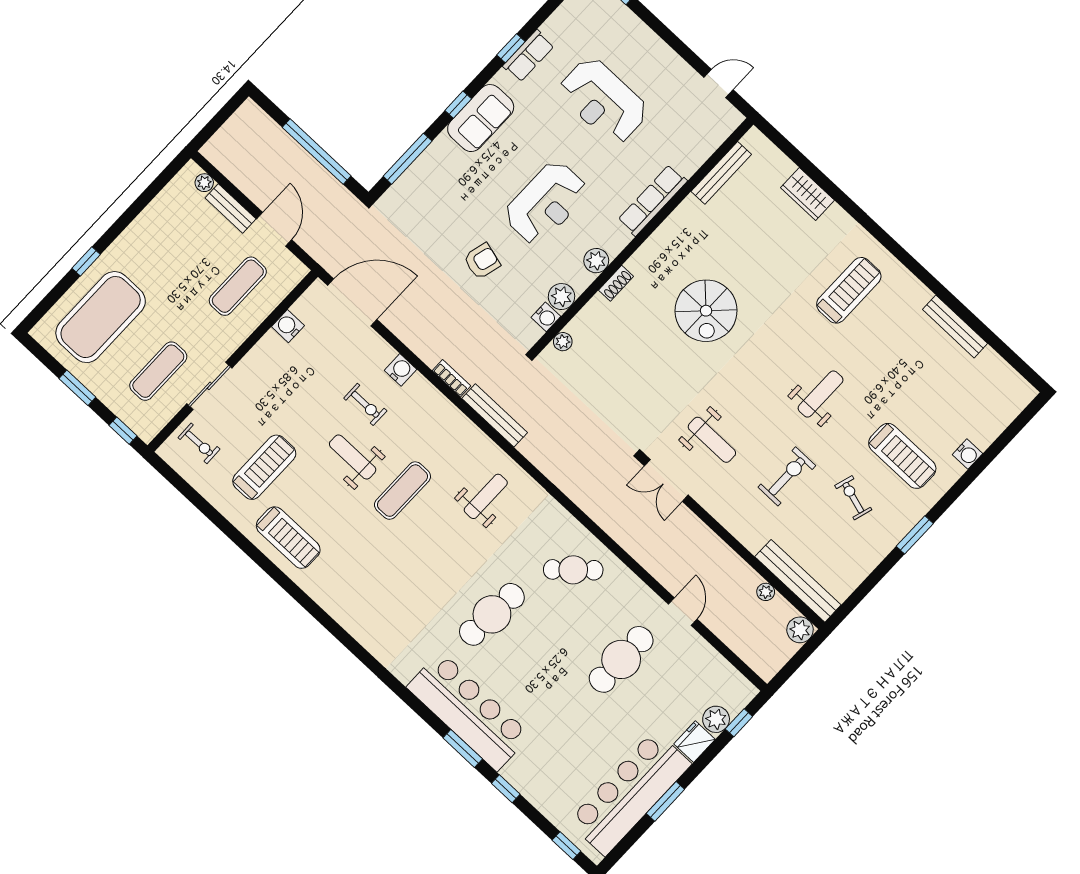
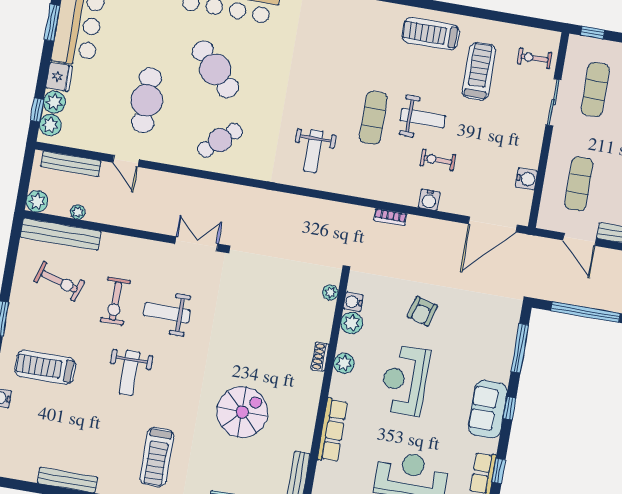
spiral stairs: (706, 311) -> (242, 412), moved, turned 90
bench: (495, 415) -> (71, 164), moved
weight bench: (712, 440) -> (167, 313), moved
treadmill: (264, 467) -> (479, 71), turned 180
exercise bike: (853, 498) -> (59, 281), moved, width x1.38, depth x1.39
cafe table: (492, 614) -> (215, 69), moved, turned -48
plant: (735, 699) -> (50, 125), added

